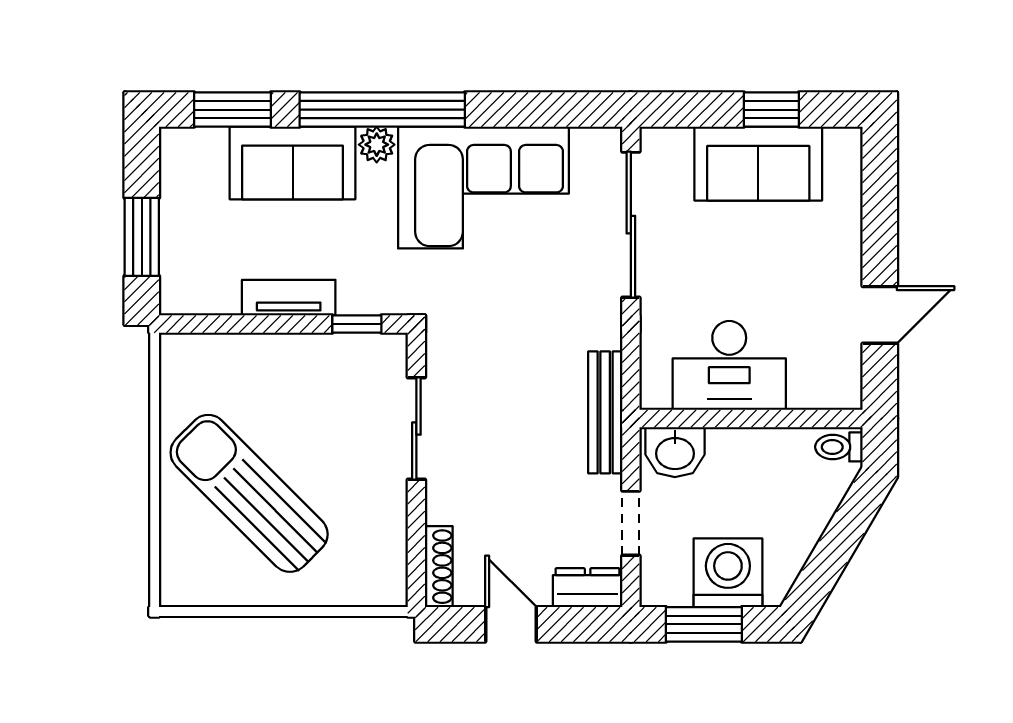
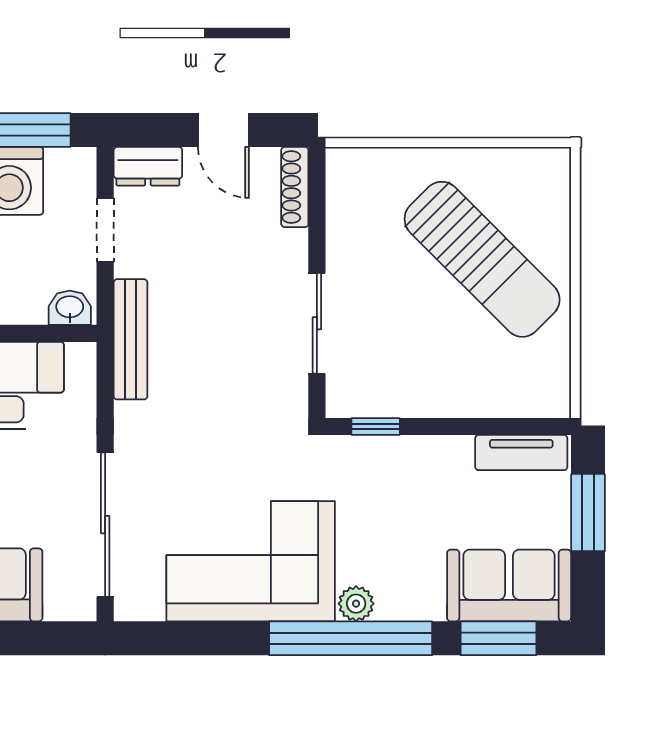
sofa: (293, 163) -> (509, 585), moved
tv unit: (289, 298) -> (521, 453), moved
washbasin: (675, 452) -> (70, 308), width x0.72, depth x0.69

